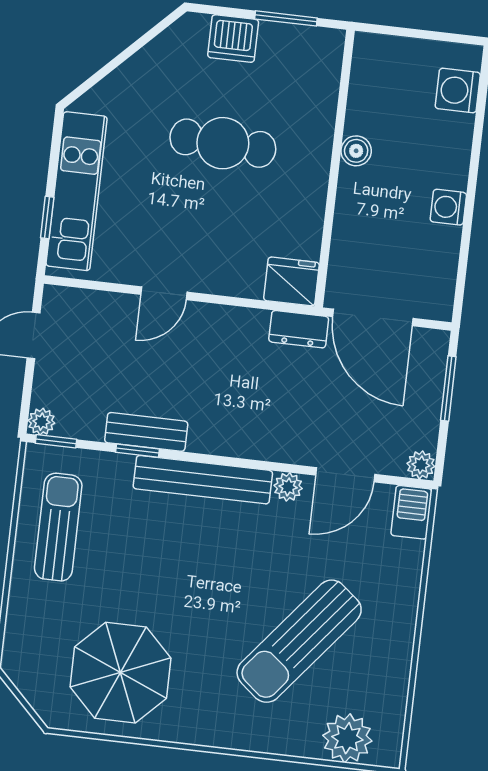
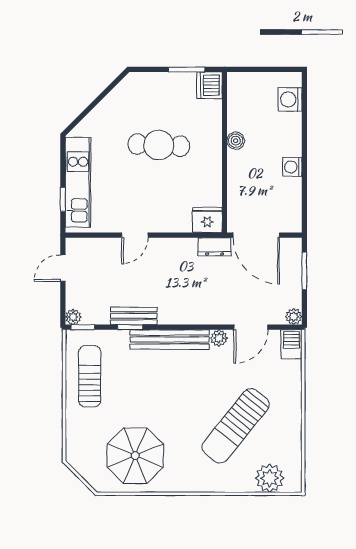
dishwasher: (233, 39) -> (209, 85), moved, turned 90

